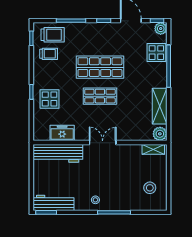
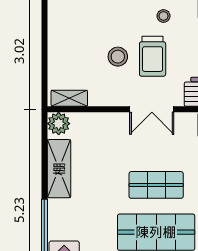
trolley: (102, 175) -> (153, 56), added
stool: (150, 188) -> (118, 57), moved

